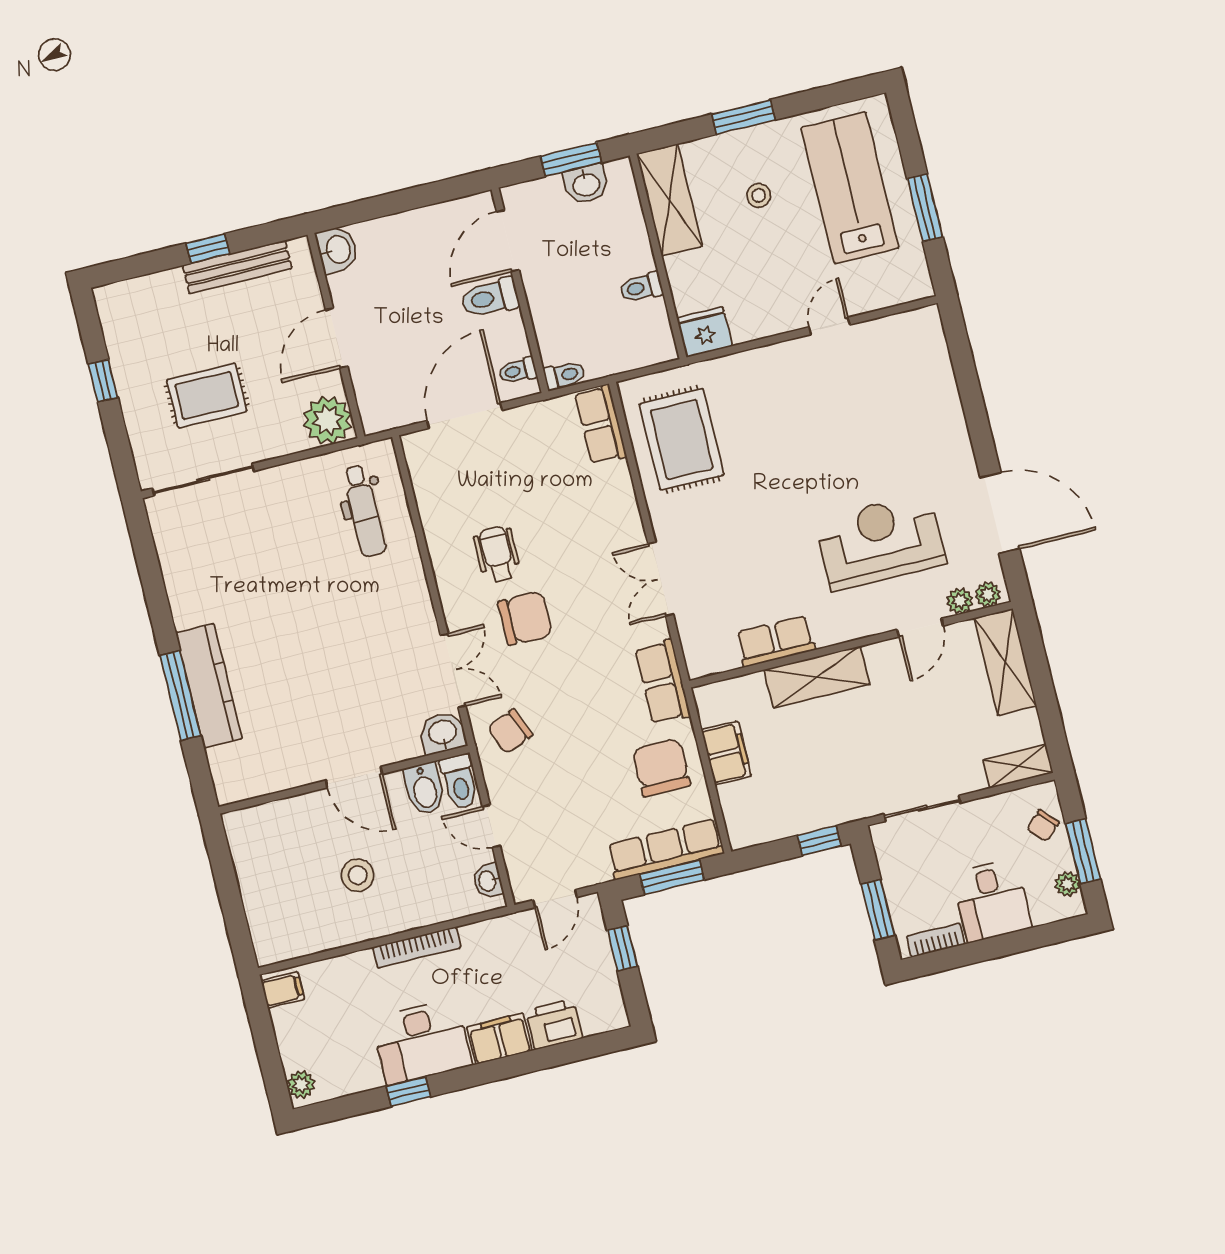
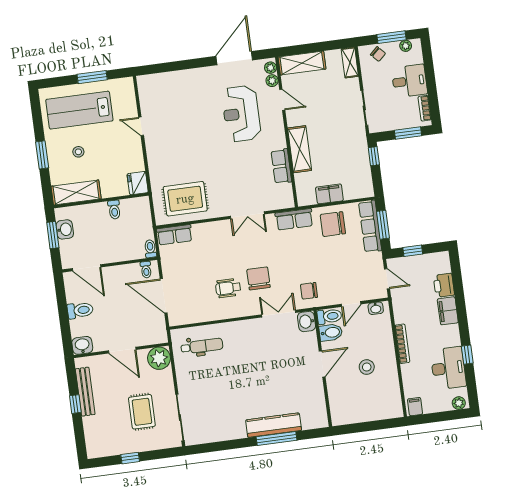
toilet: (490, 298) -> (80, 310), moved, turned -90
chair: (510, 731) -> (309, 291), turned 112
desk: (422, 1042) -> (448, 368), moved

